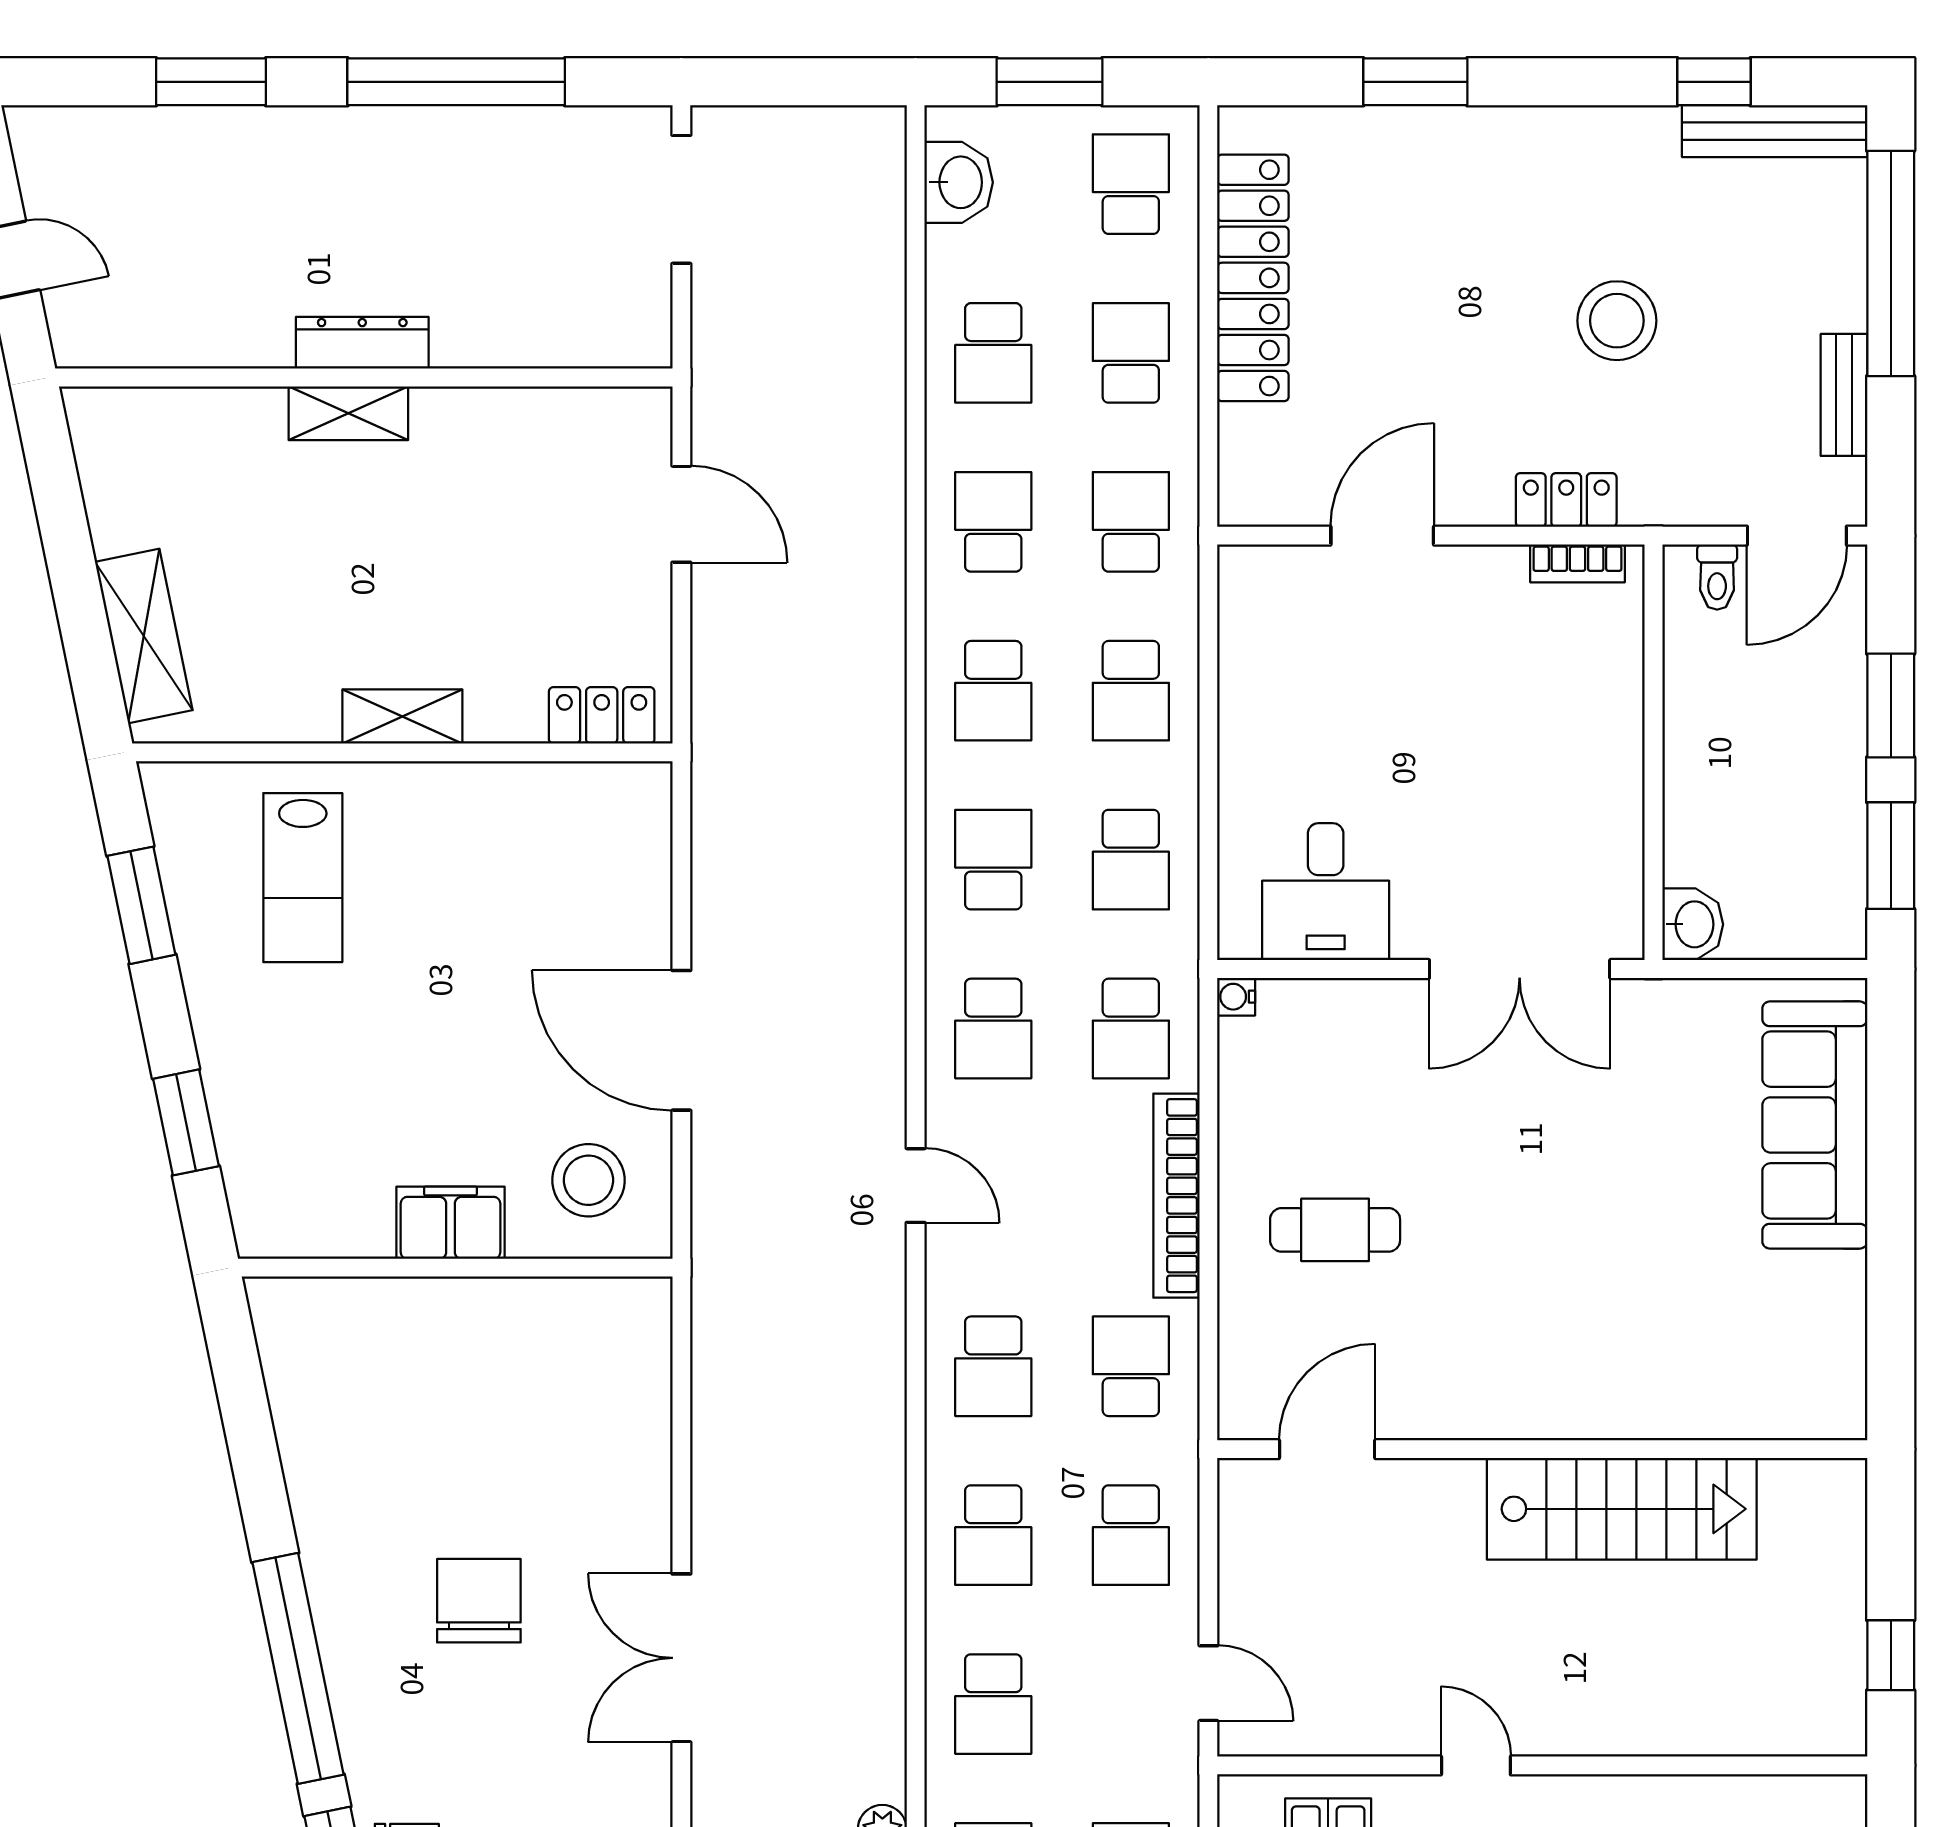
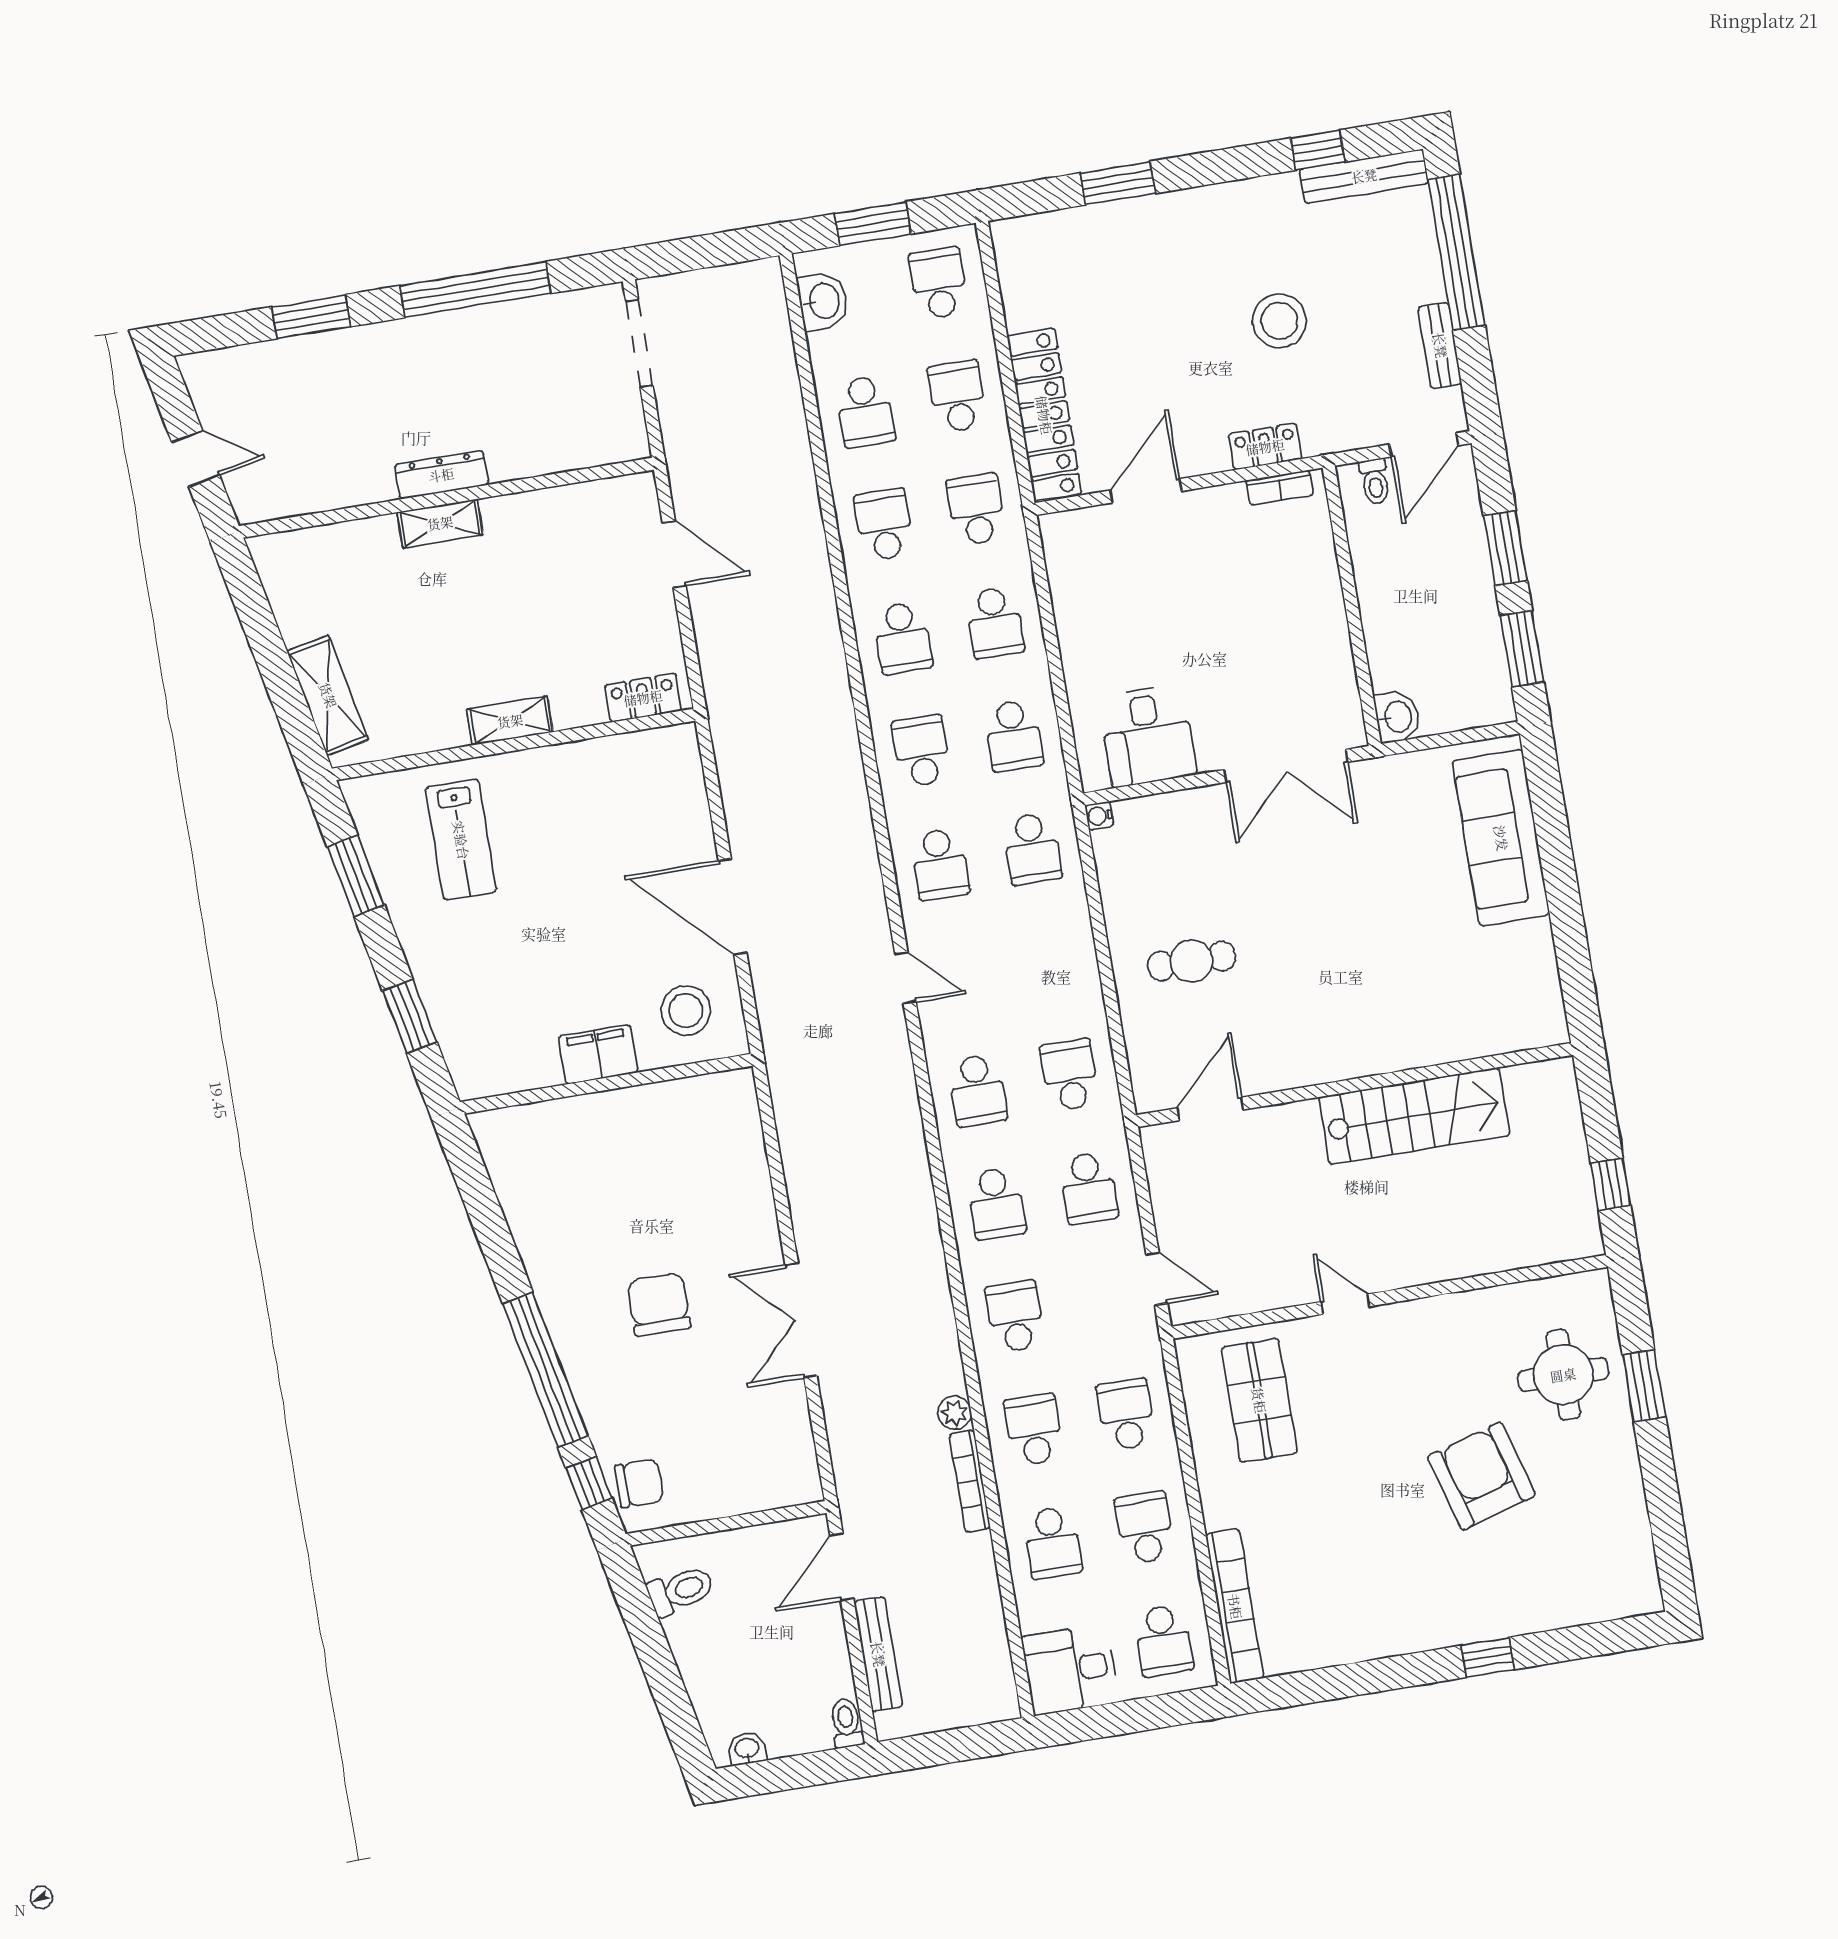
locker: (1253, 278) -> (1044, 415), moved
bookcase: (1176, 1196) -> (1081, 956), removed
school desk: (993, 1704) -> (1015, 1317), turned 180

